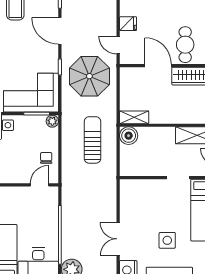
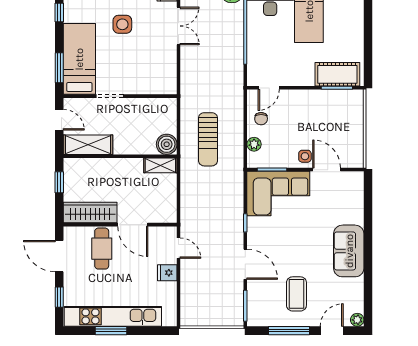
parasol: (89, 76) -> (212, 212), removed
plant: (52, 121) -> (254, 144), moved

